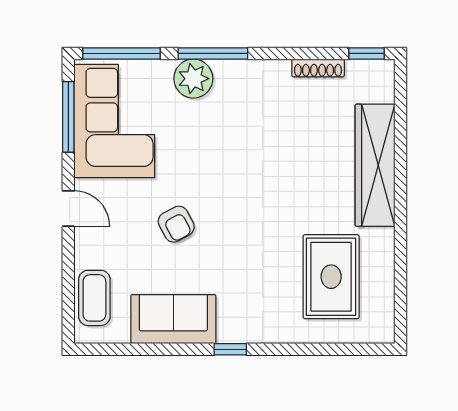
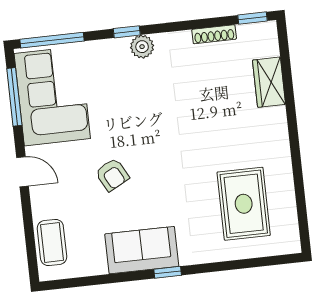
window: (213, 53) -> (127, 32), width x0.46
plant: (193, 79) -> (142, 47), moved, width x0.73, depth x0.73
wardrobe: (375, 165) -> (269, 82), width x0.48, depth x0.85
sofa: (173, 319) -> (142, 250), moved

